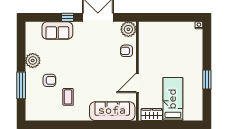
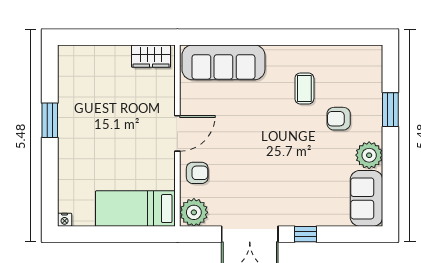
sofa: (57, 30) -> (366, 198), moved, turned -90
door: (137, 83) -> (177, 133), moved
window: (21, 85) -> (390, 110), width x0.69
bed: (173, 99) -> (135, 209), moved, turned 90

